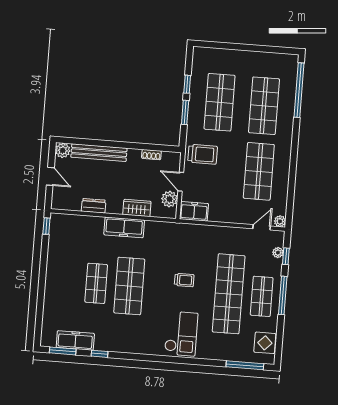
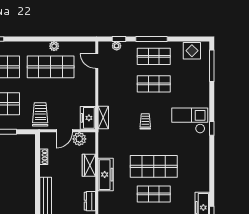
plant: (280, 221) -> (54, 46), moved
shelving: (193, 230) -> (103, 117), added
shop shelf: (229, 294) -> (154, 84), width x0.50, depth x0.74
window: (99, 354) -> (212, 128), moved

